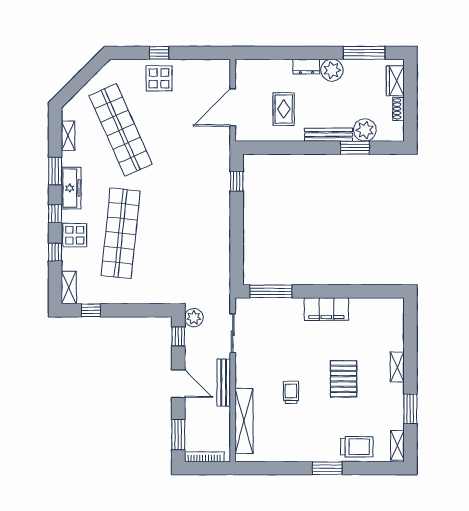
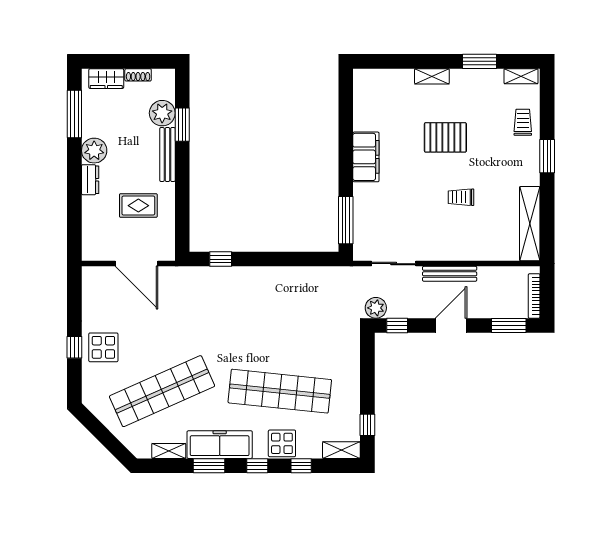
freezer: (71, 188) -> (220, 445), width x1.36, depth x1.26
shelving: (244, 421) -> (530, 224), moved, turned 90
trolley: (357, 447) -> (523, 122), width x0.73, depth x0.72

